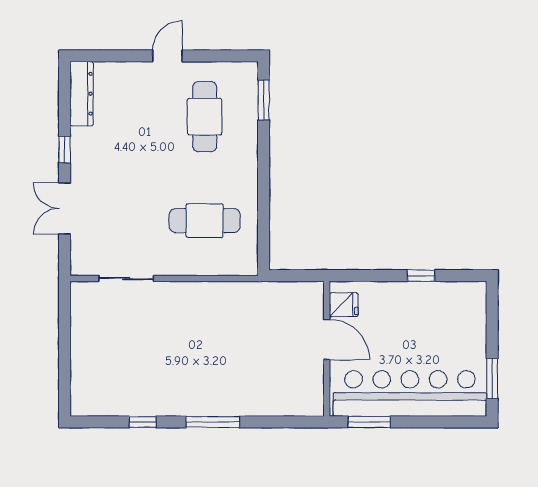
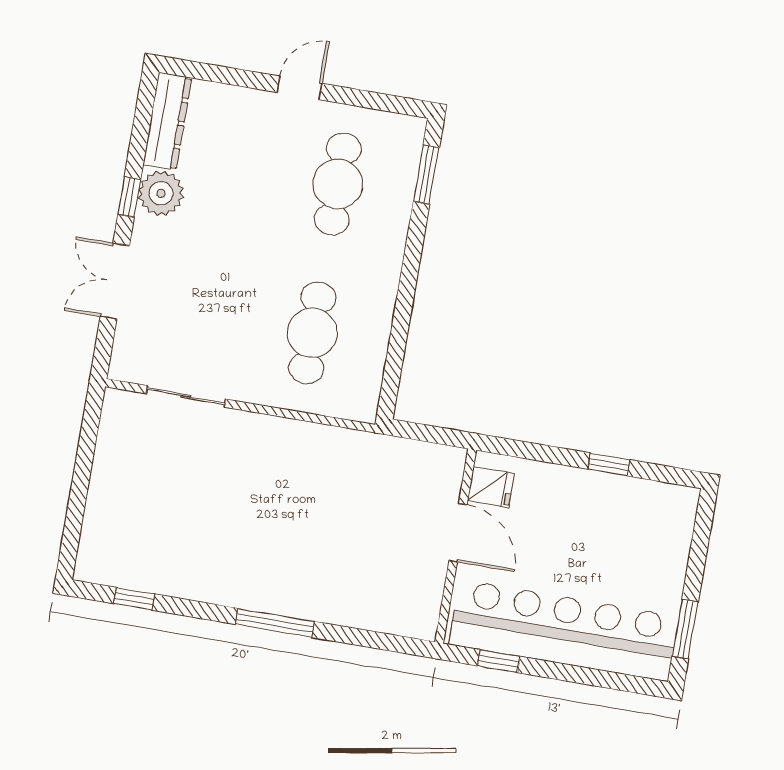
plant: (86, 143) -> (161, 193), added
cafe table: (205, 221) -> (312, 333), turned 90
window: (143, 422) -> (134, 599), moved
window: (369, 422) -> (499, 661), width x0.67

